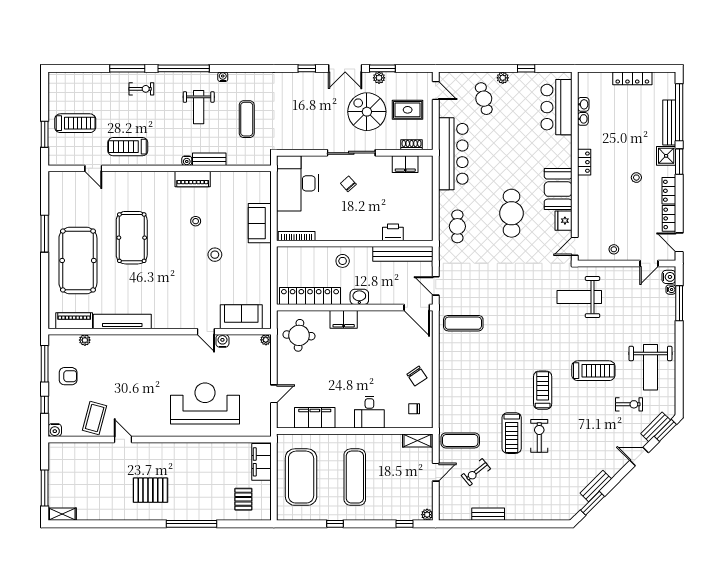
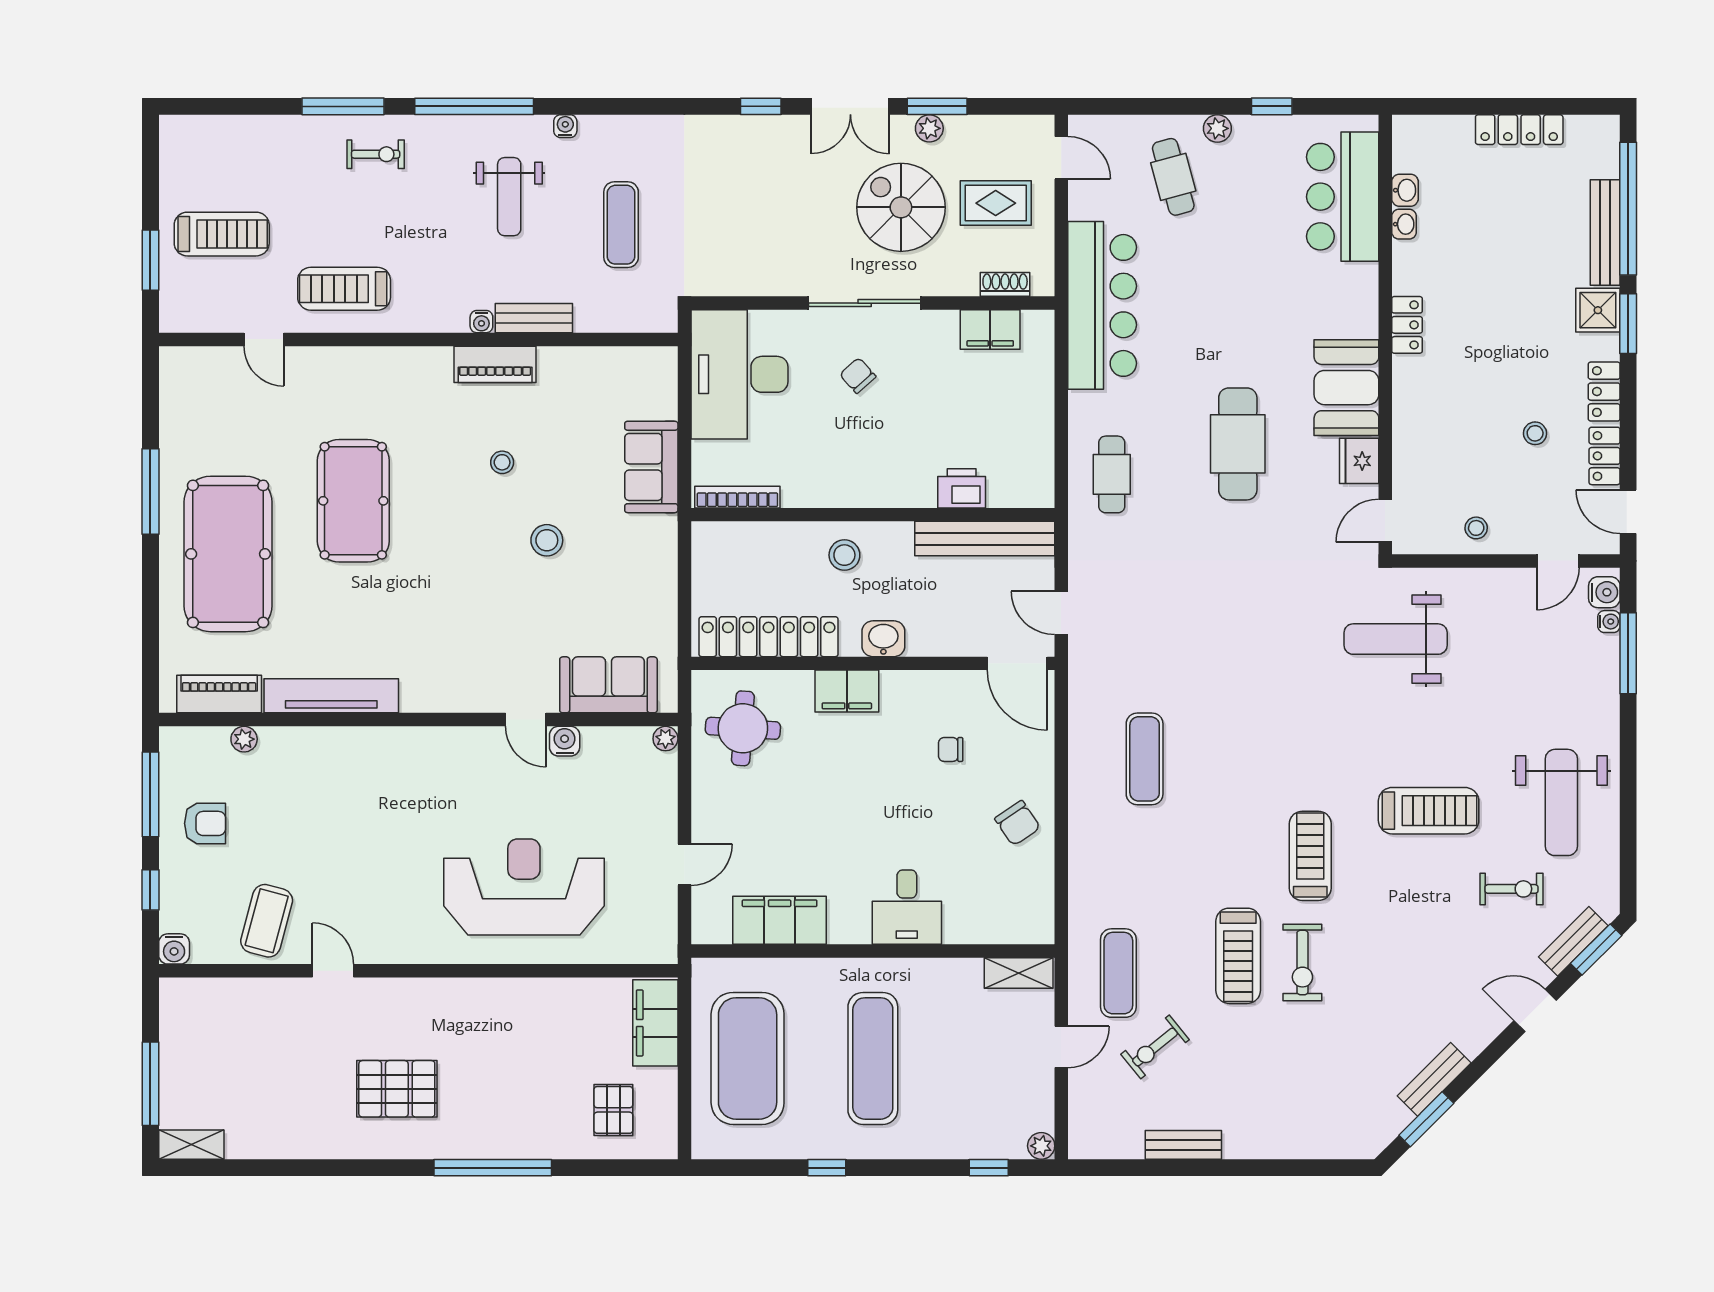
stool: (636, 178) -> (1535, 433), moved
exercise mat: (463, 323) -> (1145, 759), moved, turned 90
chair: (414, 409) -> (951, 749), moved
exercise bike: (539, 436) -> (1302, 962), turned 180
exercise mat: (460, 440) -> (1118, 973), turned 90

